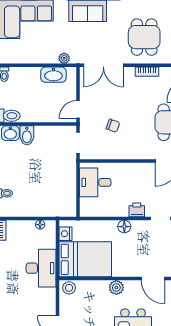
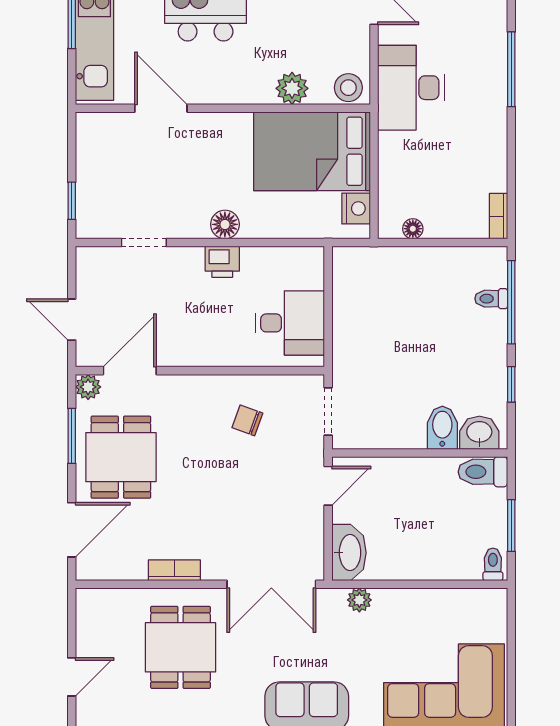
double door: (103, 65) -> (271, 584), swing flipped
washbasin: (53, 75) -> (349, 553), moved, turned 90
chair: (113, 126) -> (247, 420), moved
printer: (137, 210) -> (222, 262), moved
desk: (41, 268) -> (411, 88), moved
plant: (116, 287) -> (292, 88), moved

